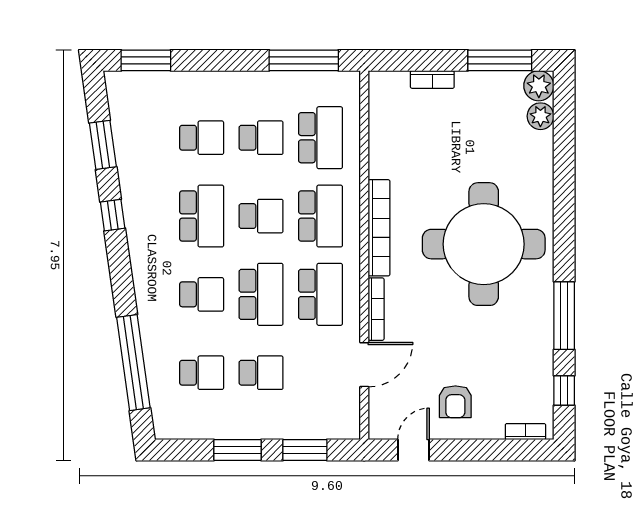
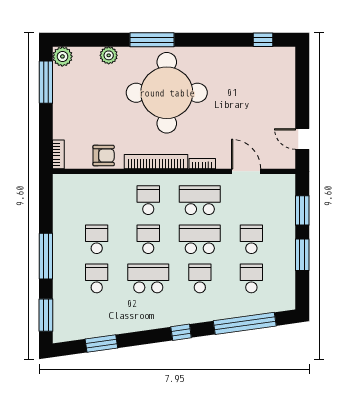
window: (304, 60) -> (46, 256), moved
bookcase: (432, 80) -> (58, 154), moved
plant: (540, 116) -> (109, 55), moved
school desk: (320, 138) -> (97, 200), removed
window: (113, 215) -> (181, 332), moved
school desk: (320, 216) -> (148, 200), width x0.54
bookcase: (376, 309) -> (202, 164), width x0.64
window: (564, 316) -> (152, 40), moved
armchair: (455, 402) -> (104, 156), moved
bookcase: (525, 432) -> (290, 65), removed

